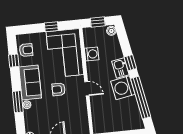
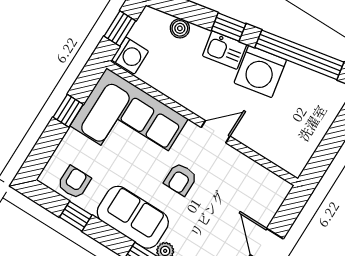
boiler: (111, 31) -> (180, 28), moved
washing machine: (92, 54) -> (130, 56), moved, turned 90

